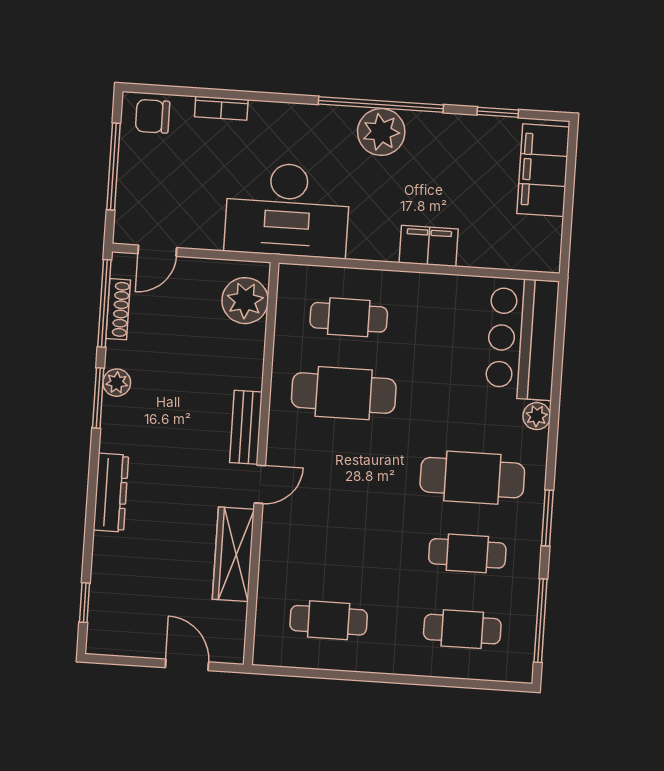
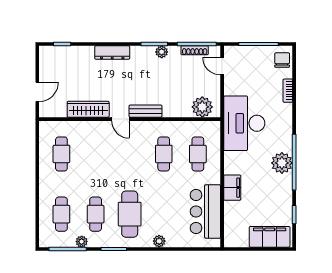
bar counter: (522, 339) -> (205, 211), moved, turned -90
cafe table: (344, 393) -> (164, 154), width x0.73, depth x0.74
plant: (526, 588) -> (82, 242), added

